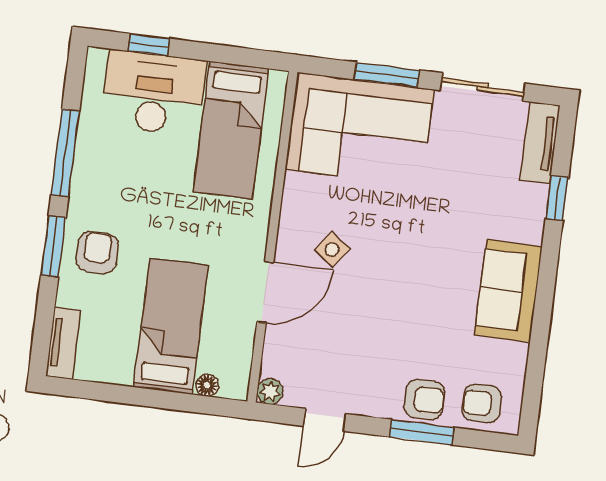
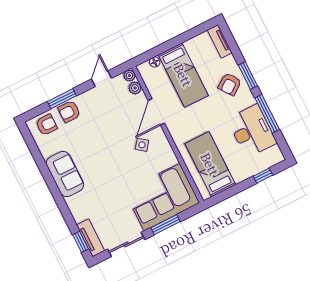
desk: (154, 93) -> (252, 131), moved, turned -90
window: (557, 198) -> (81, 242), moved
armchair: (97, 252) -> (230, 84), turned 54
plant: (275, 362) -> (135, 88), added

